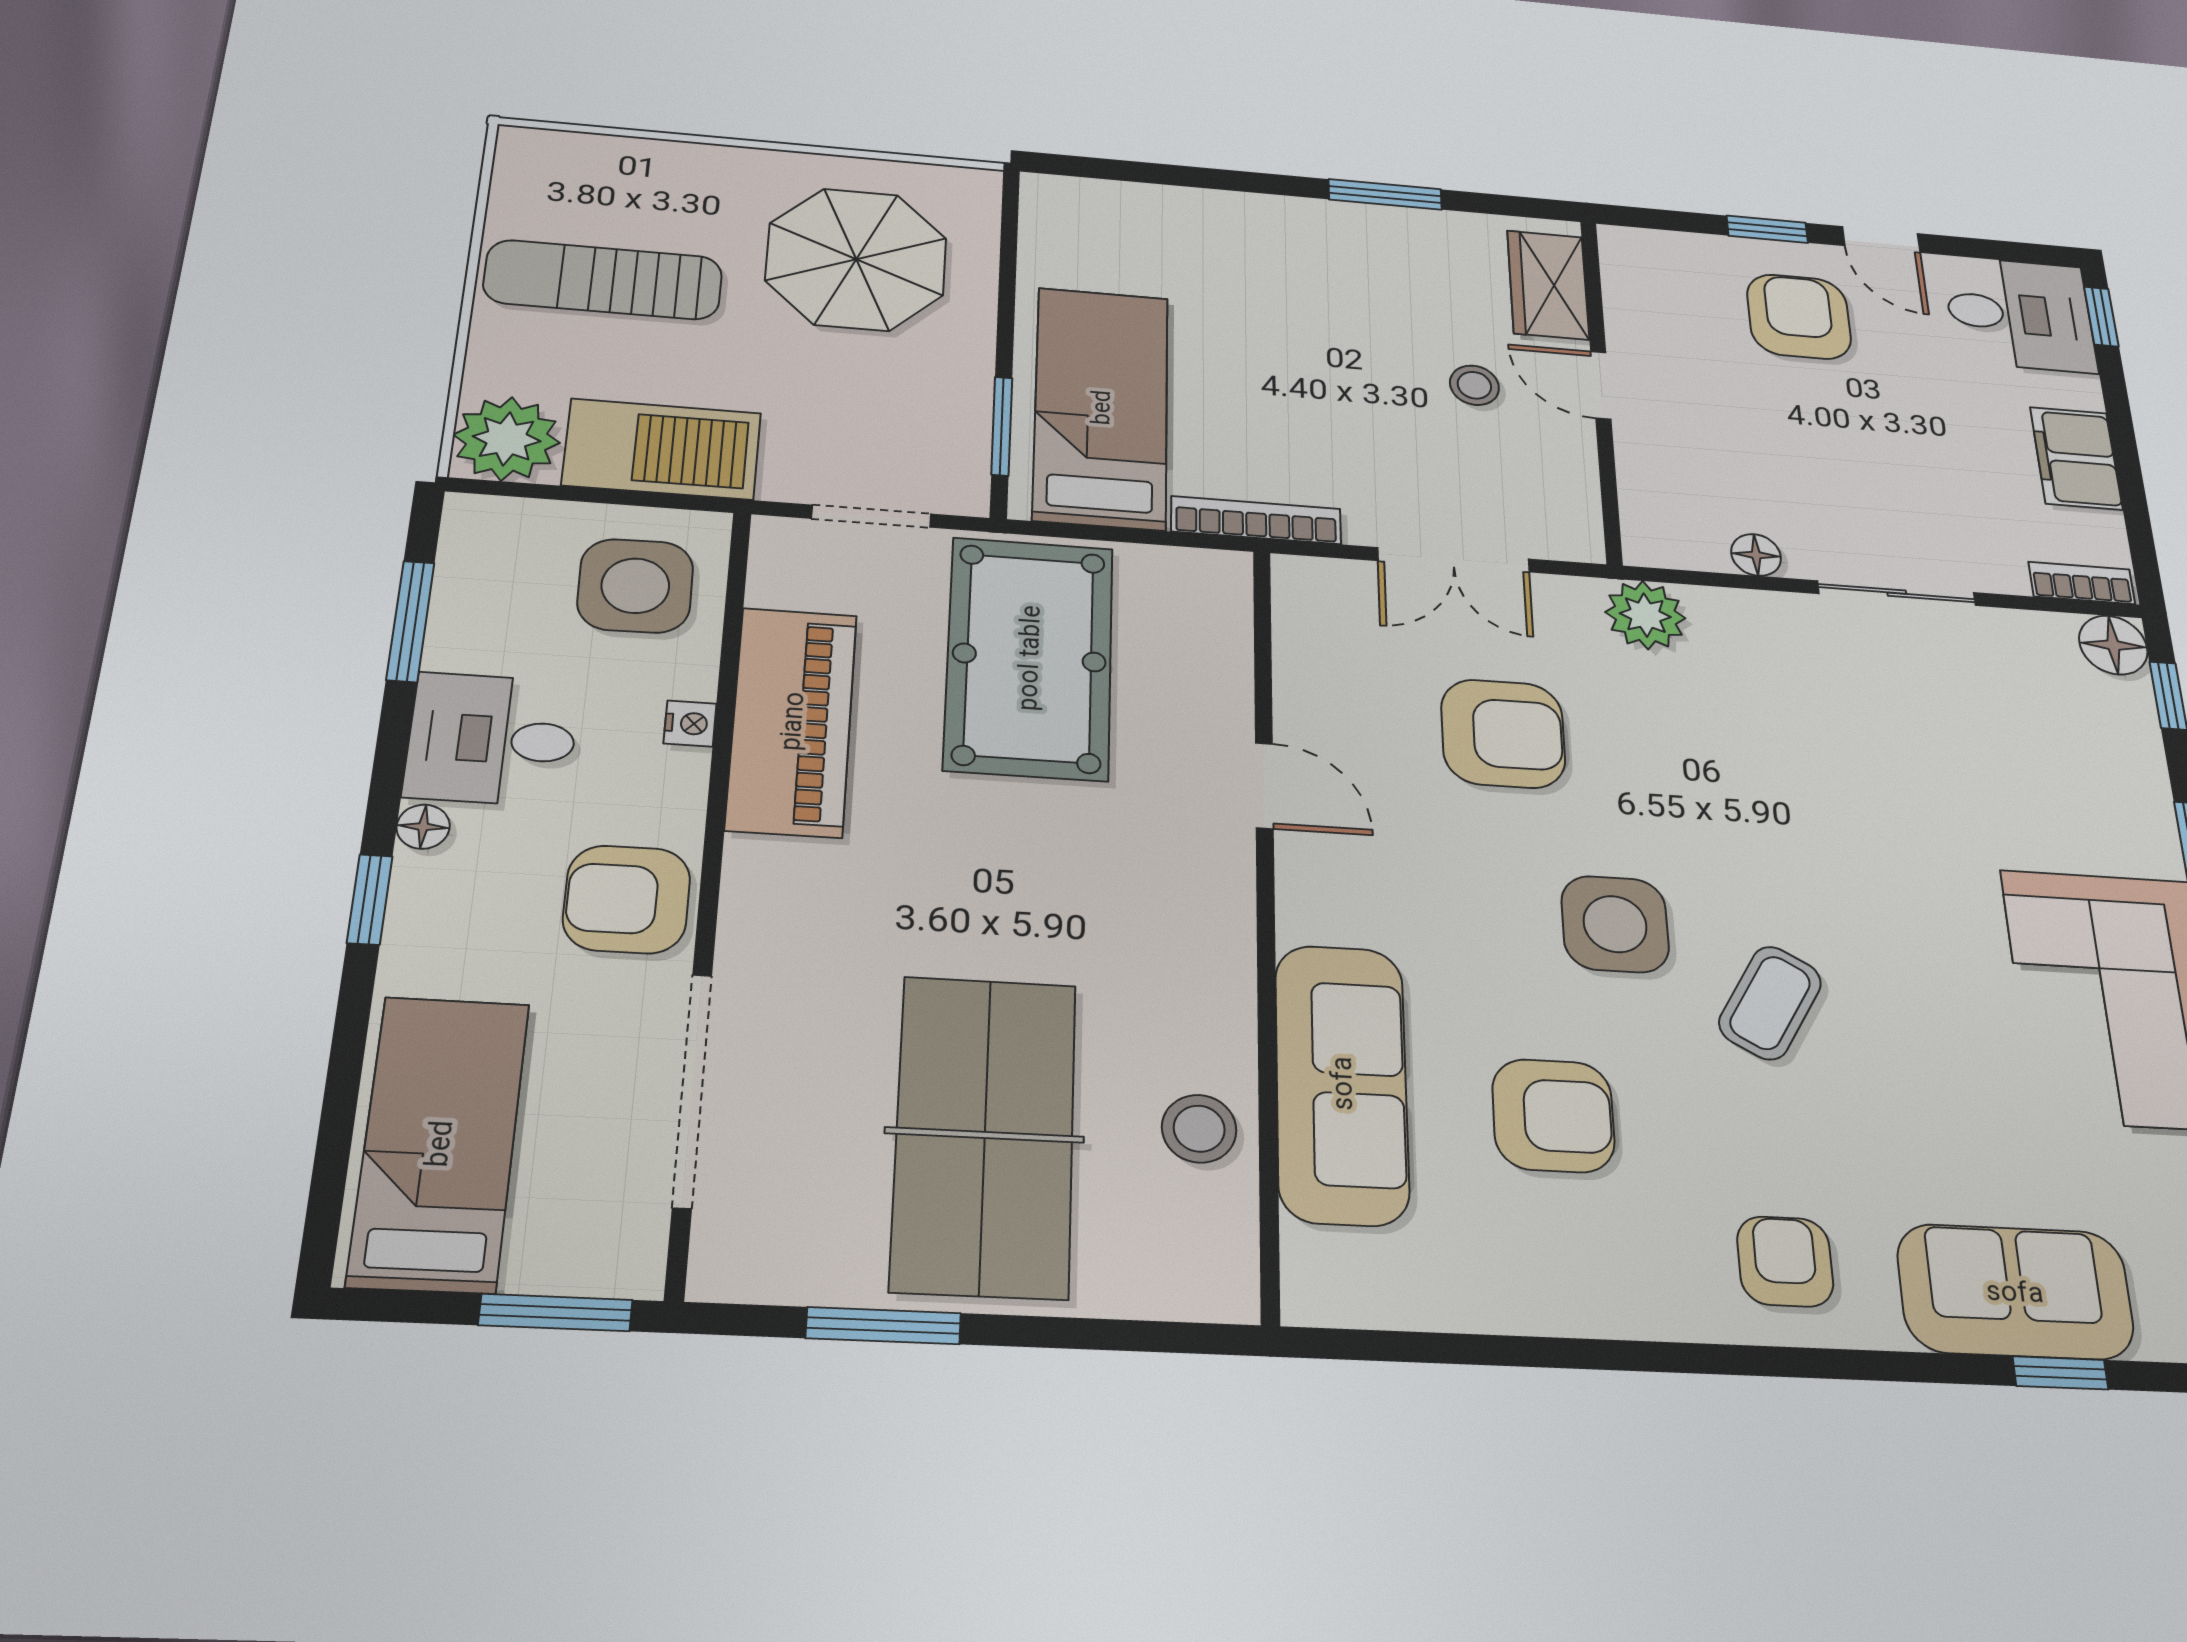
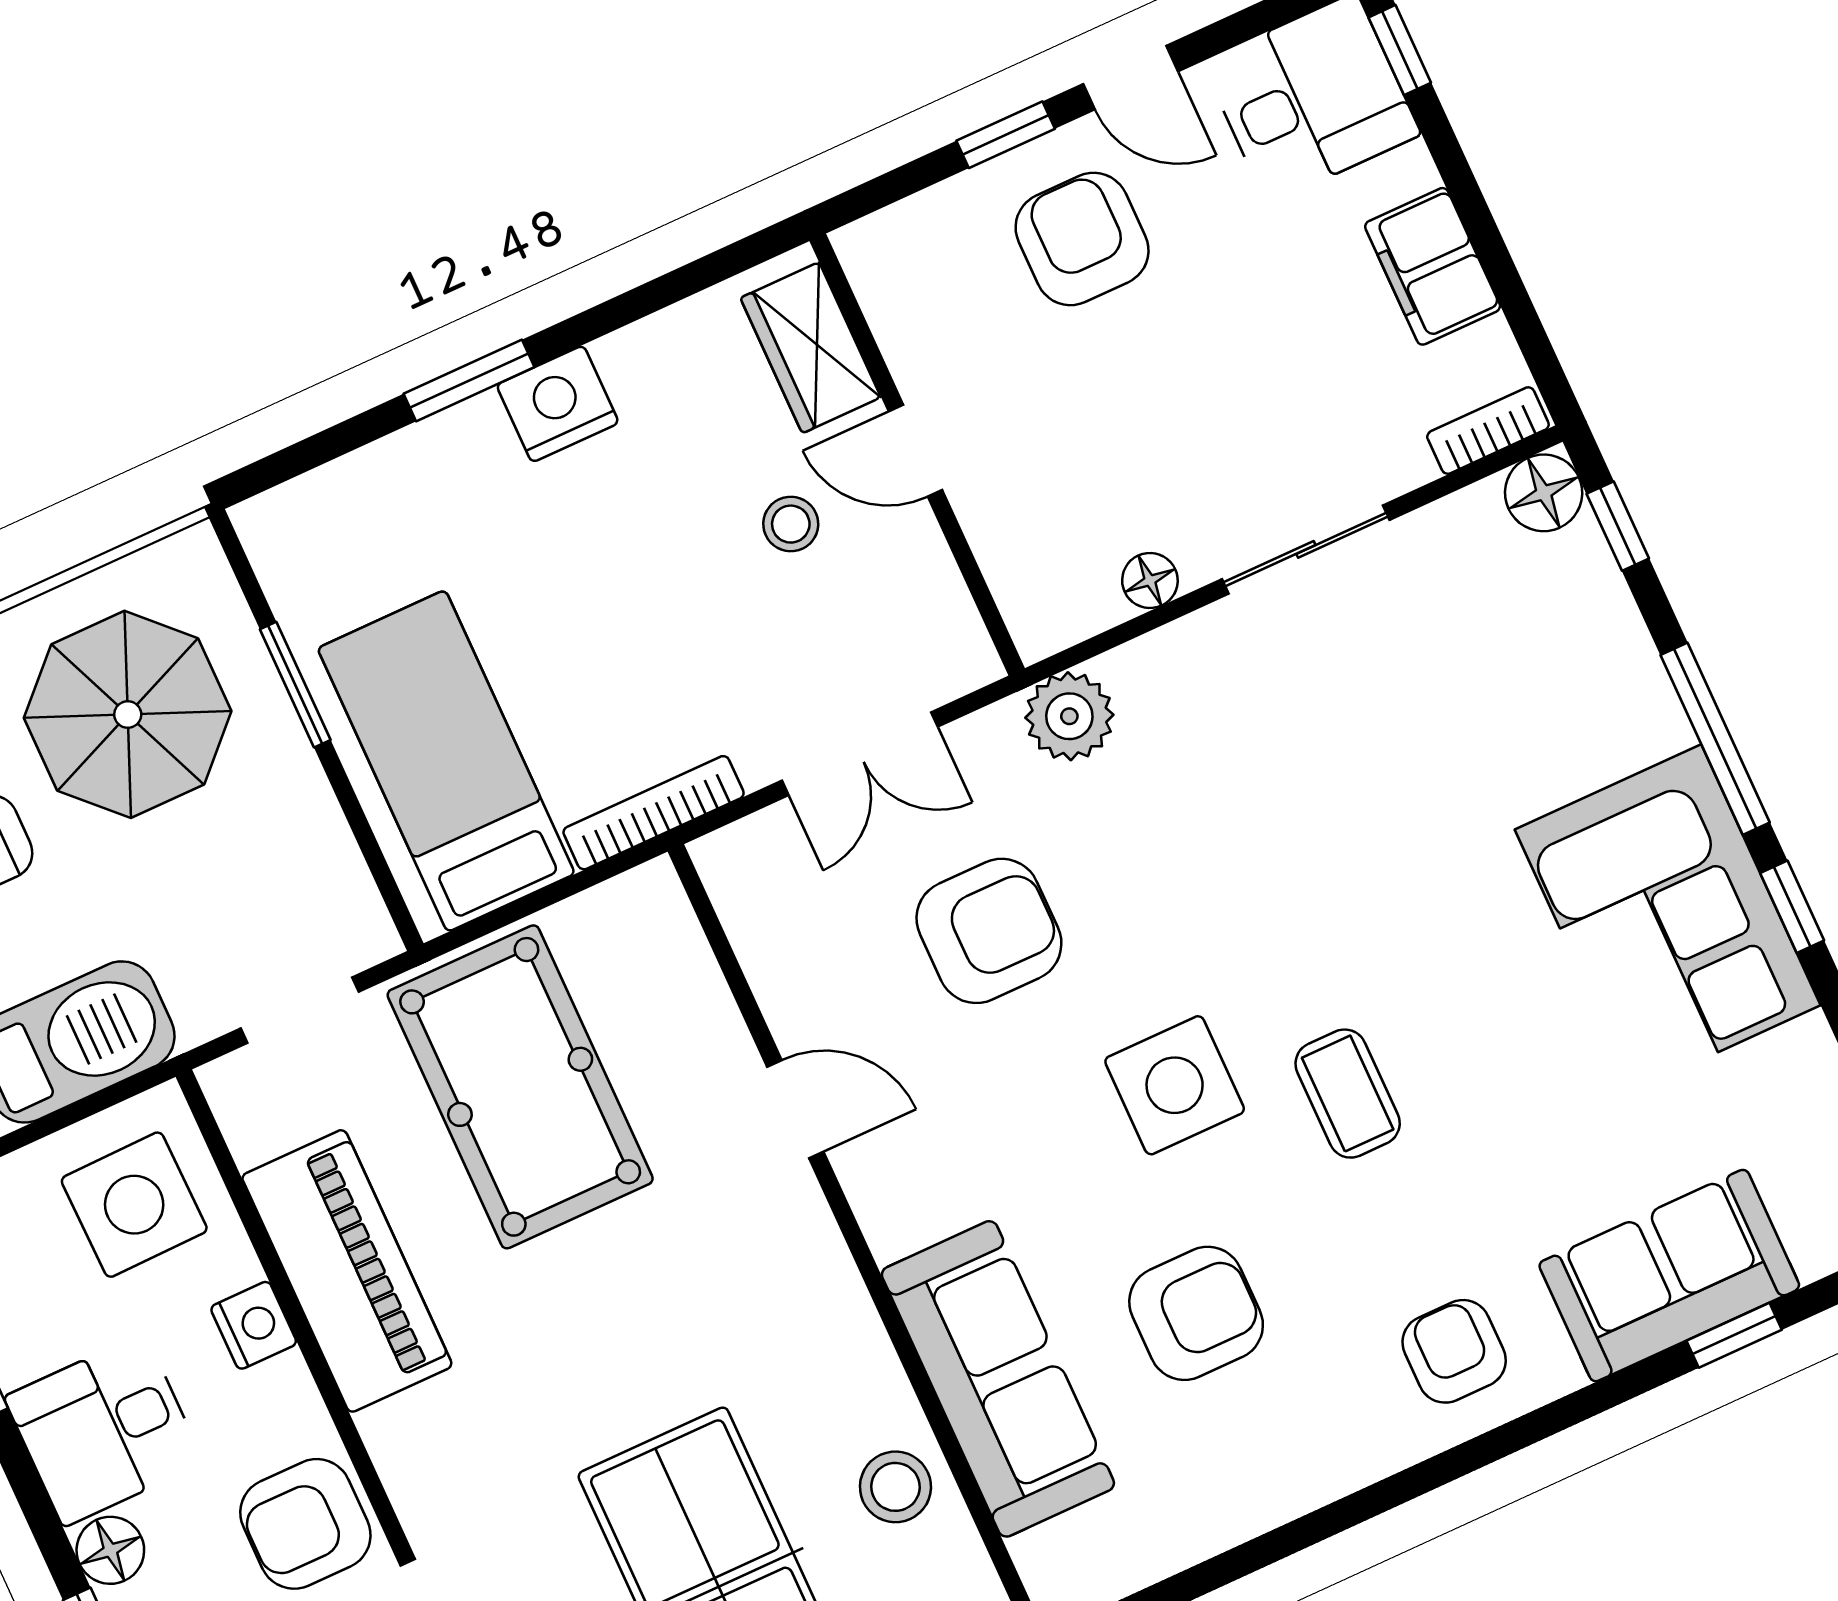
window: (1385, 194) -> (469, 380), moved
nightstand: (1326, 228) -> (558, 404), added
window: (1002, 426) -> (295, 685), moved
nightstand: (690, 724) -> (254, 1325), width x1.39, depth x1.35
floor lamp: (423, 827) -> (110, 1550), width x1.37, depth x1.37
coffee table: (1770, 1003) -> (1348, 1094), turned -30

